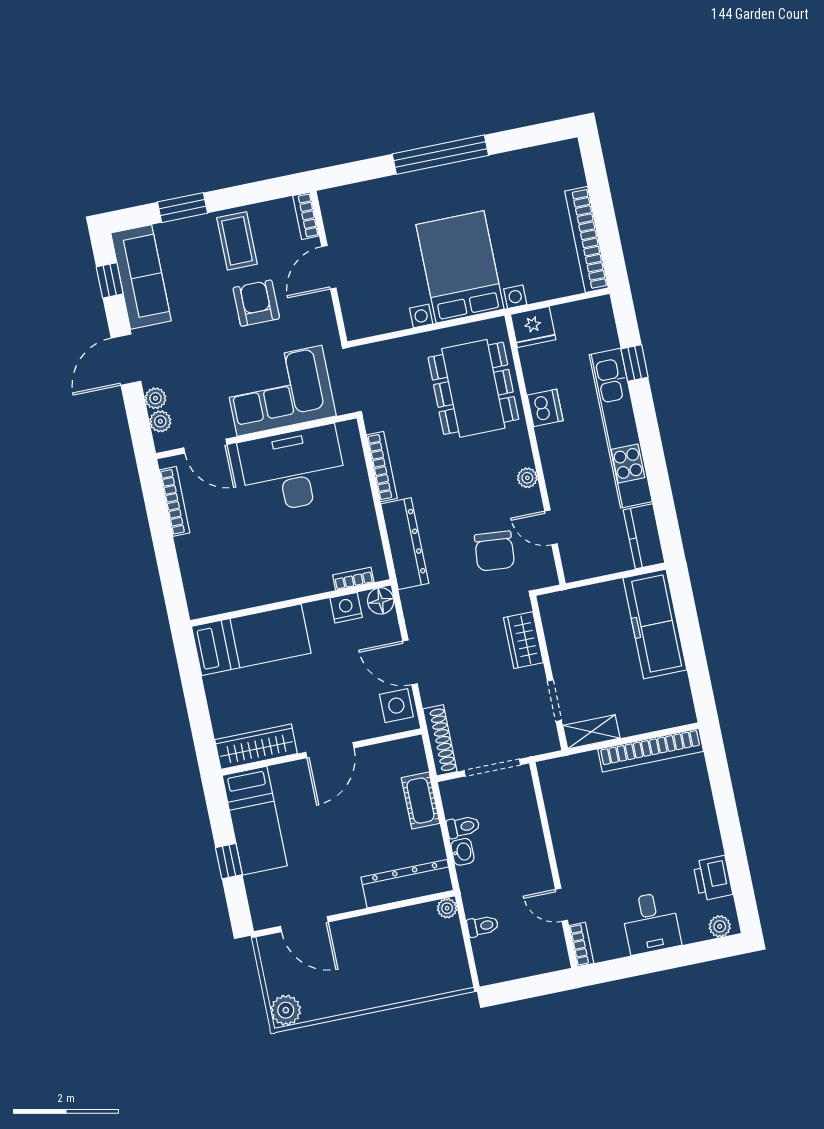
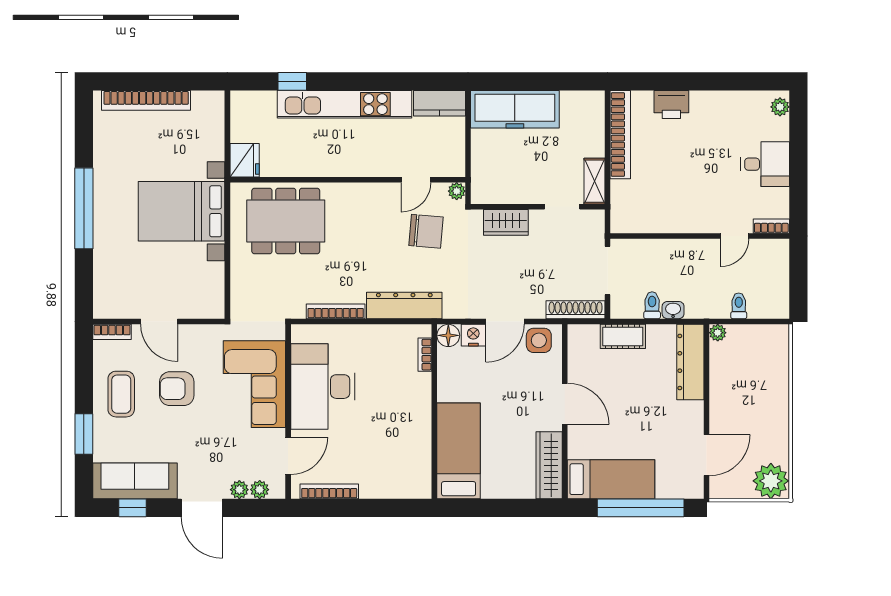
bookcase: (587, 239) -> (146, 100), moved
coffee table: (237, 241) -> (121, 394), turned 90
dishwasher: (545, 408) -> (315, 164), removed
plant: (527, 478) -> (457, 191), moved
nightstand: (346, 608) -> (473, 335), moved, turned 90
window: (229, 861) -> (641, 508), width x3.17
printer: (713, 878) -> (671, 104), moved
plant: (286, 1010) -> (771, 481), width x1.36, depth x1.36

